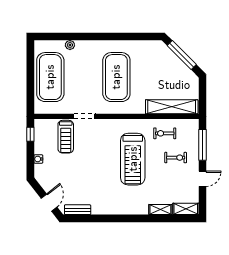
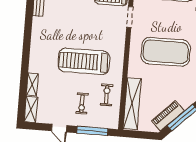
piano: (181, 70) -> (168, 116), added

